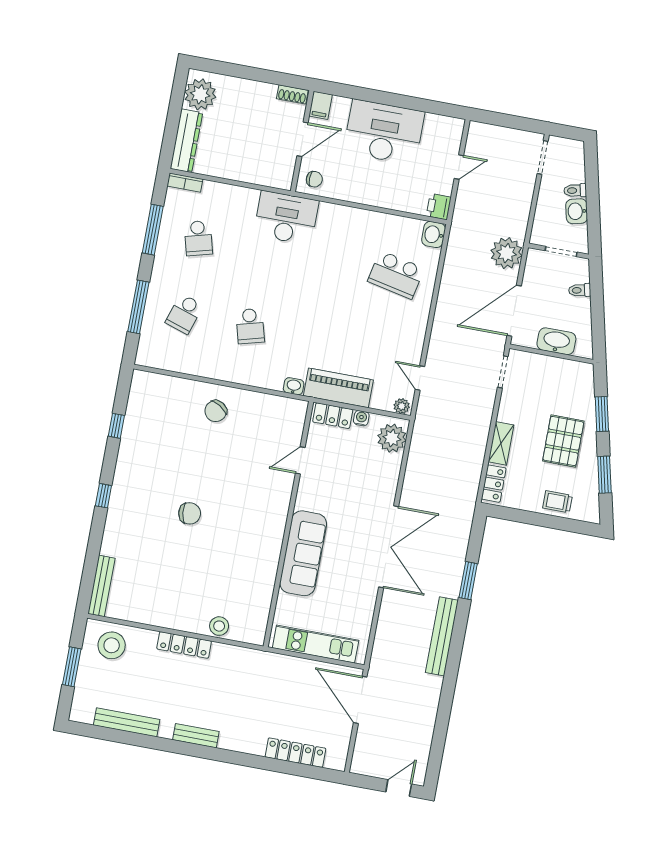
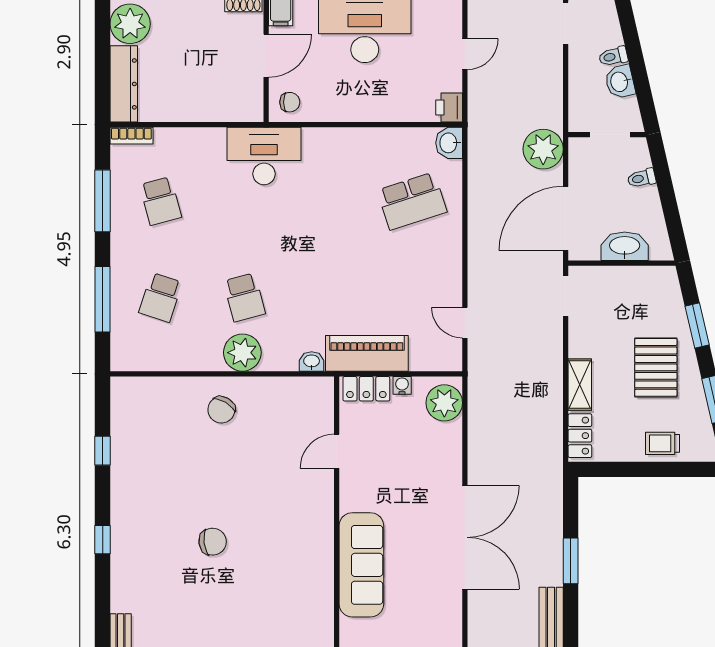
school desk: (396, 275) -> (412, 201), turned -30
plant: (402, 406) -> (242, 353), moved, width x1.88, depth x1.88

